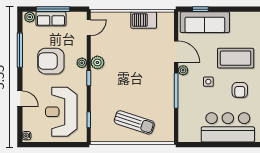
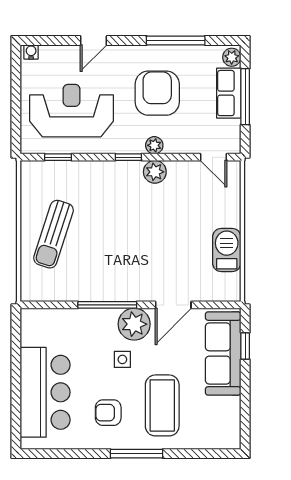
plant: (183, 70) -> (134, 324), width x1.88, depth x1.88

